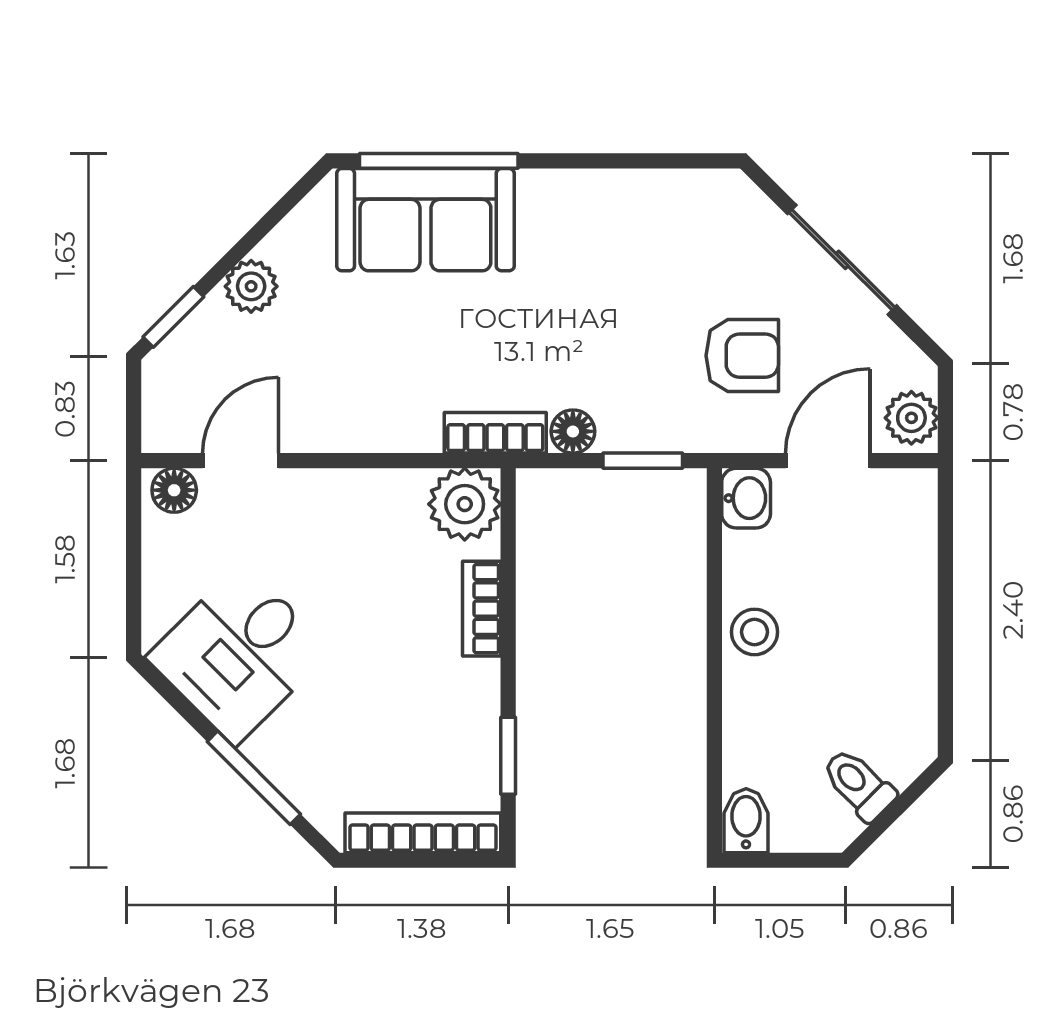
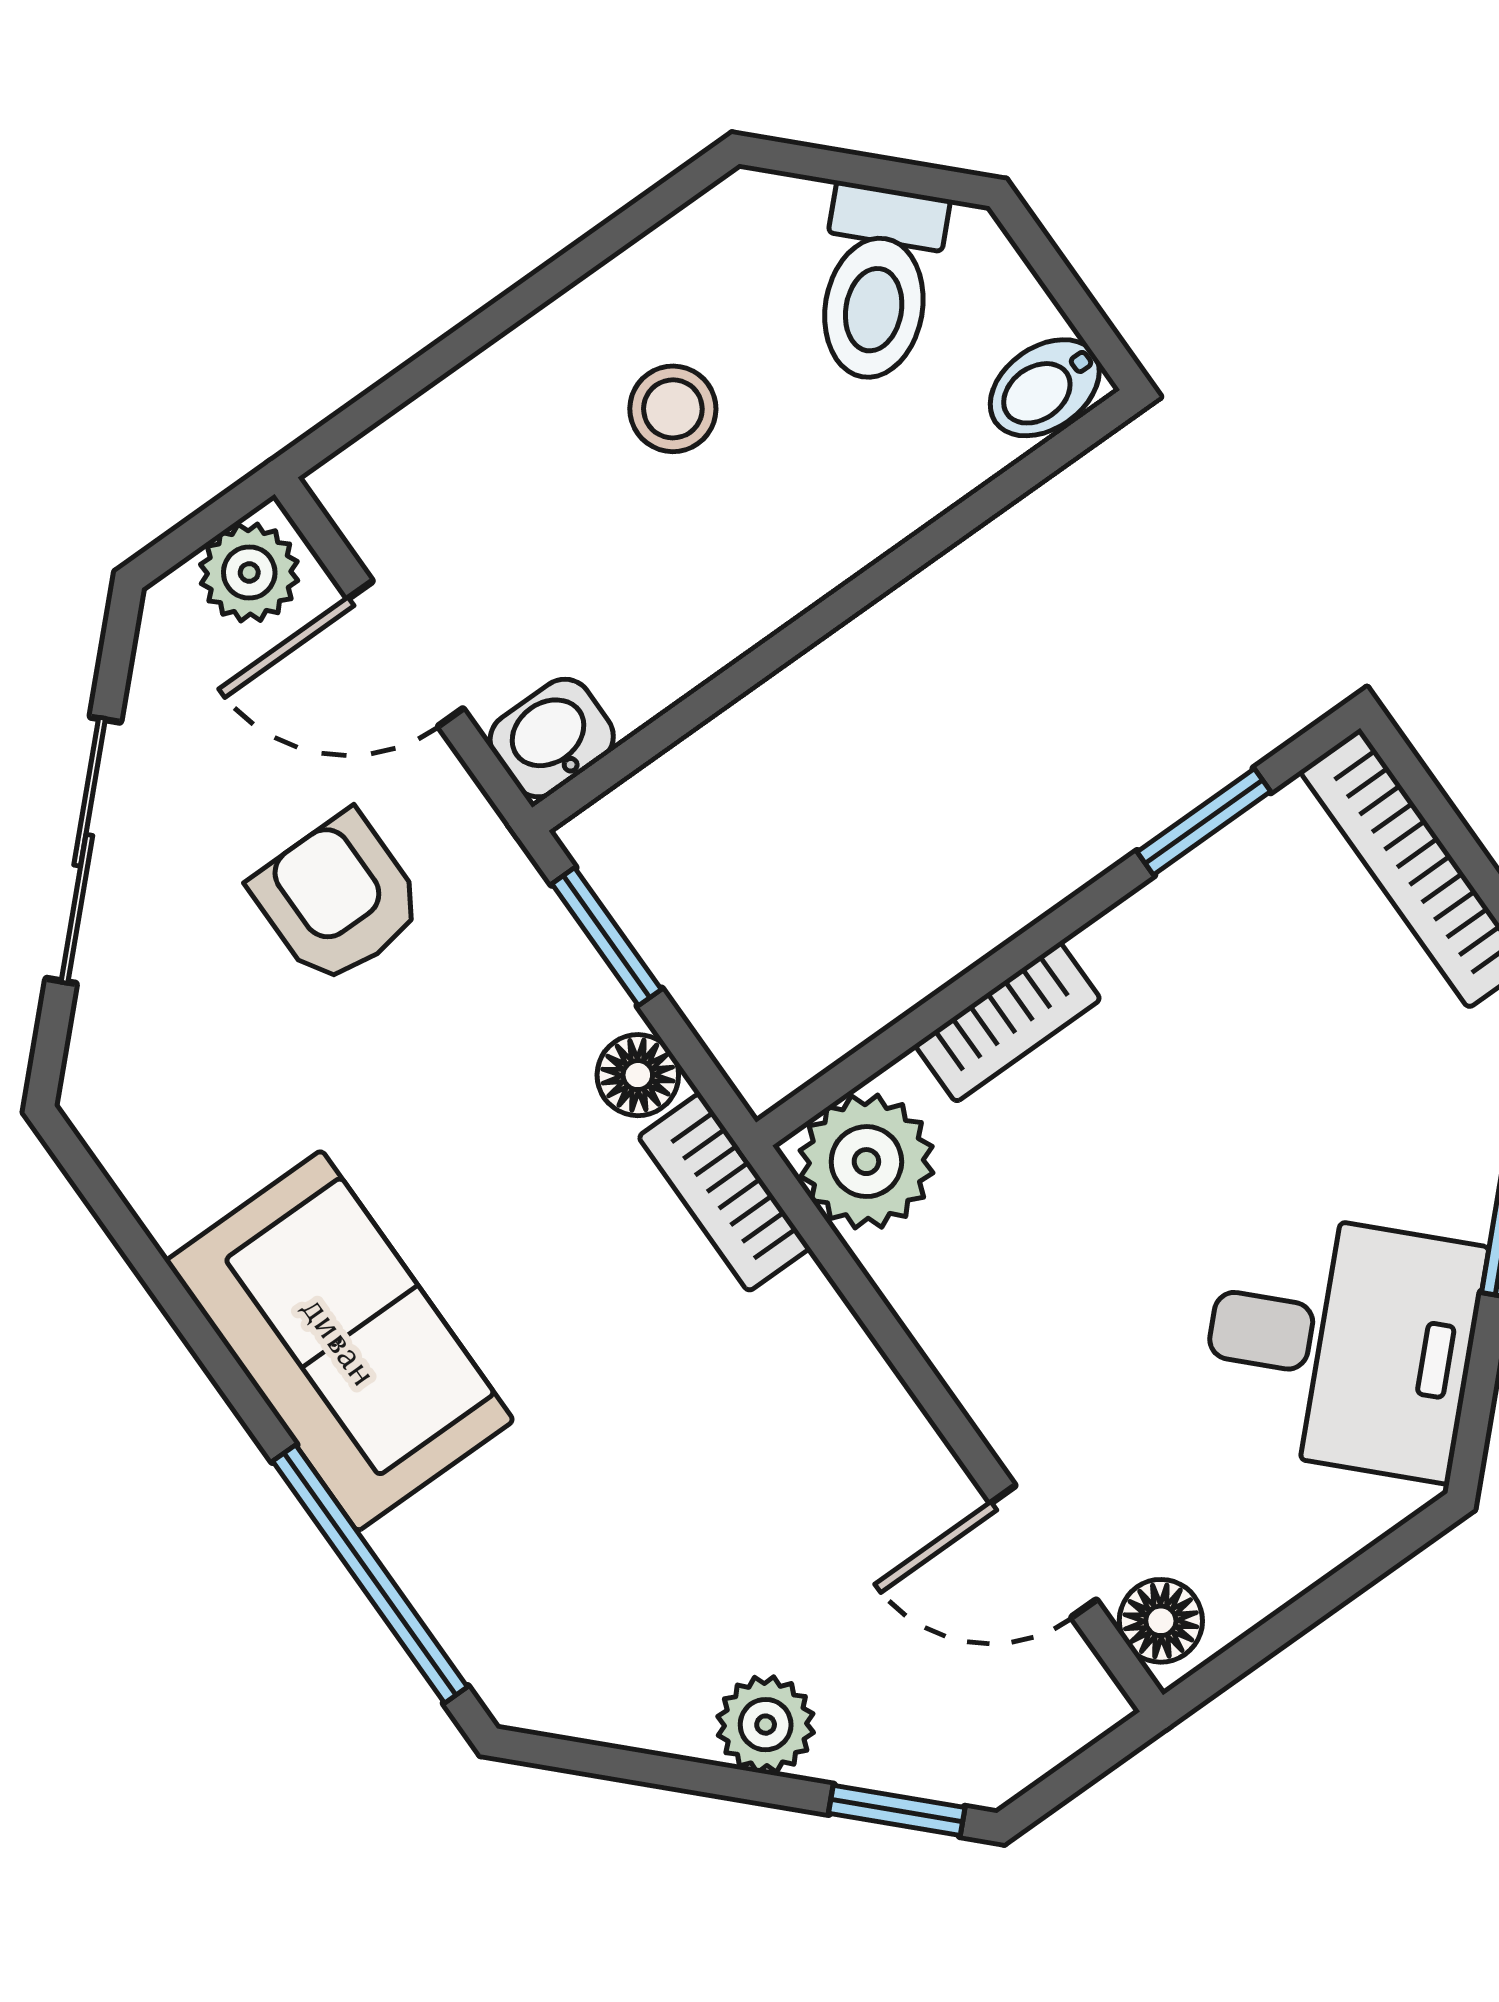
sofa: (425, 220) -> (340, 1341), moved
stool: (754, 632) -> (673, 409), moved
toilet: (859, 784) -> (878, 283), width x1.37, depth x1.39

